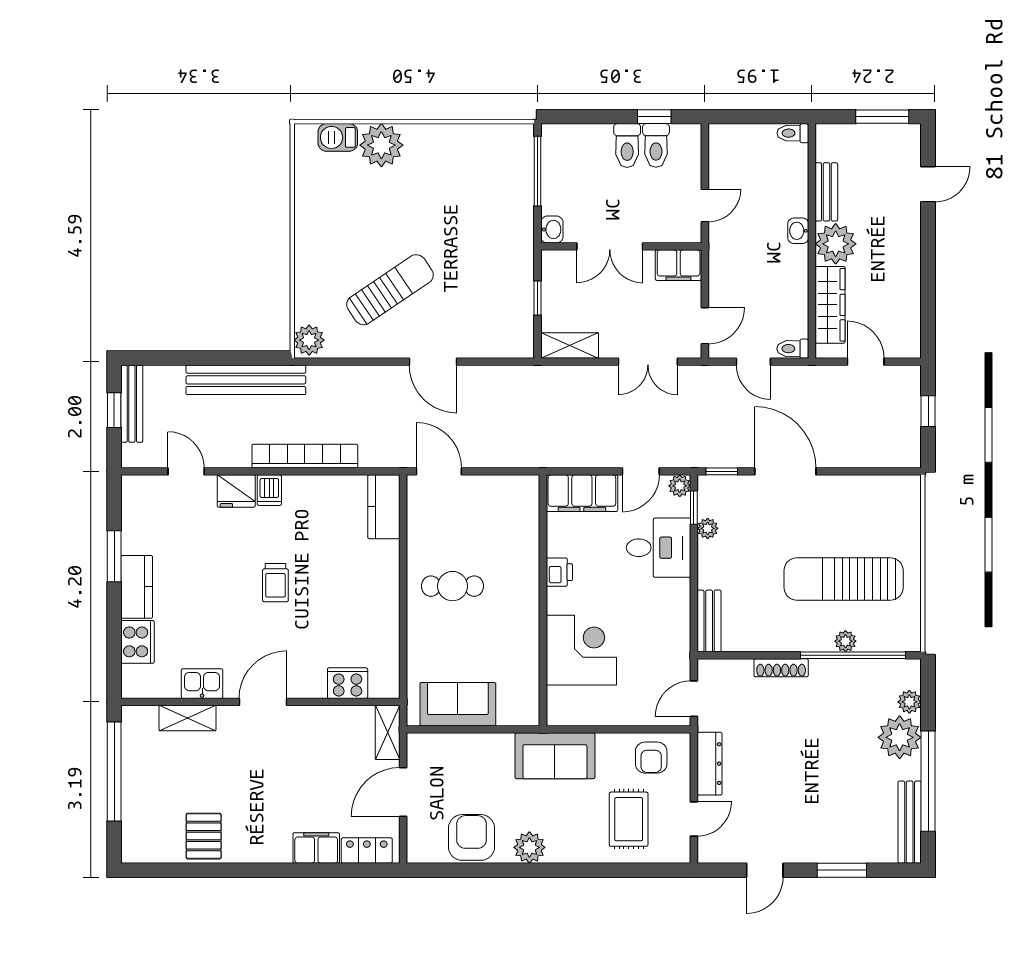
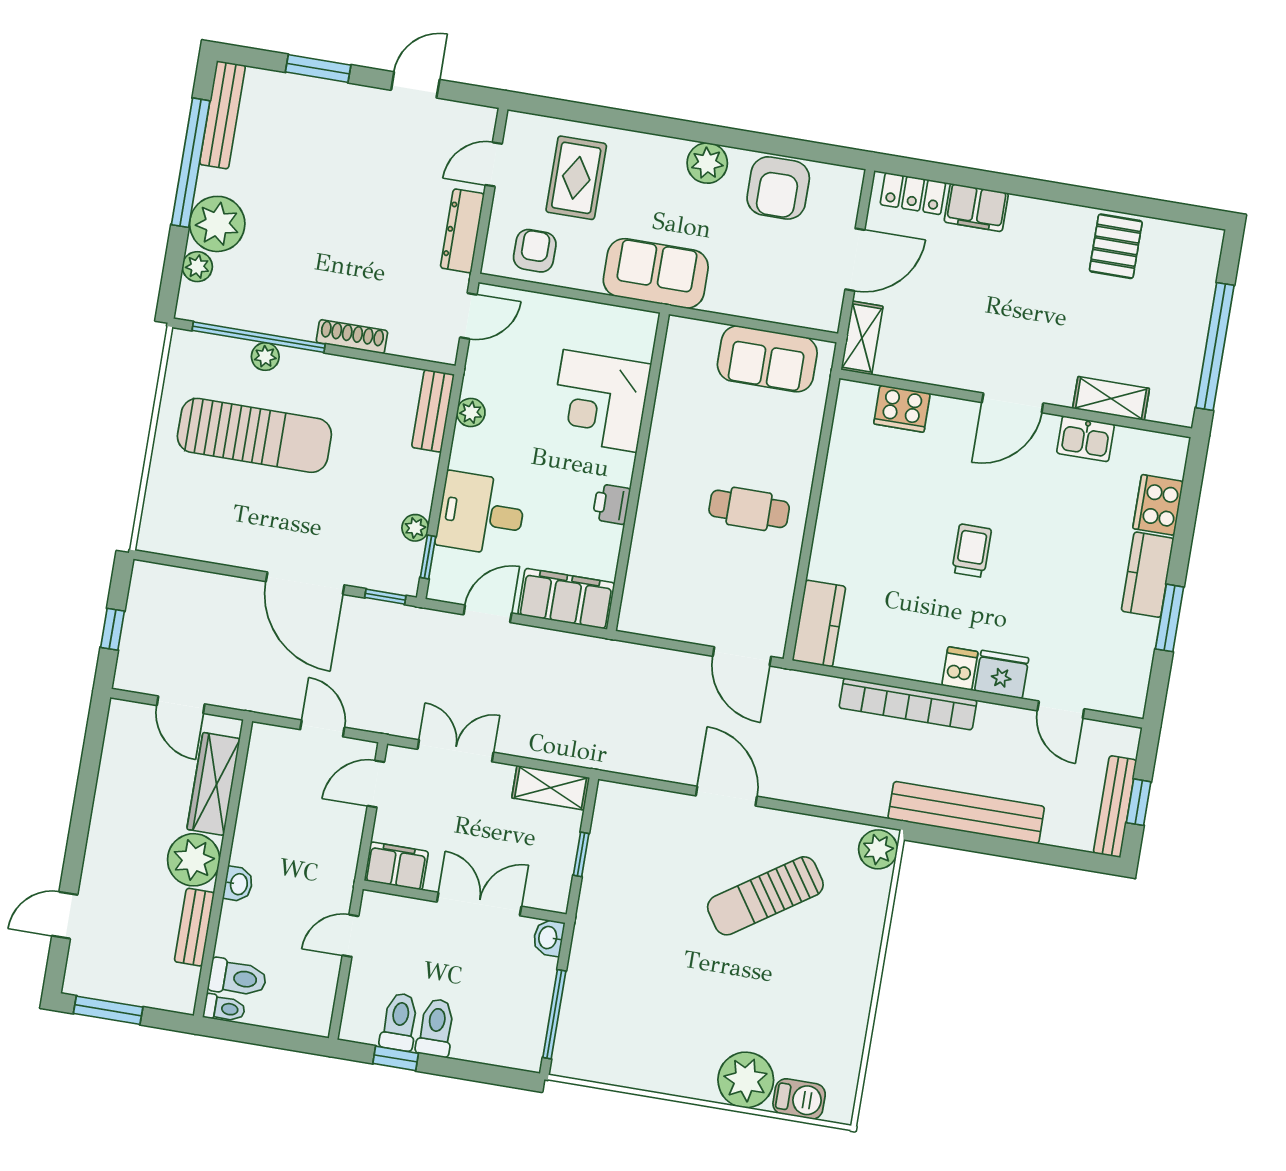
toilet: (793, 349) -> (237, 978), moved, width x1.37, depth x1.39
plant: (680, 486) -> (471, 413), moved

